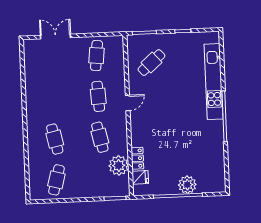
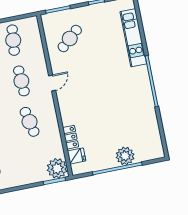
kitchen unit: (214, 82) -> (133, 38), width x0.73
plant: (119, 165) -> (57, 168), moved

